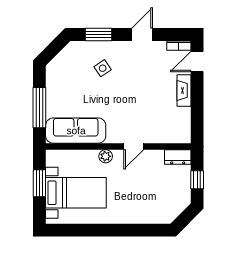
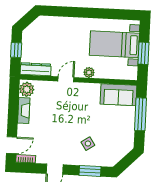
fireplace: (184, 90) -> (24, 110), moved
sofa: (76, 131) -> (119, 95), width x0.73
plant: (182, 132) -> (27, 89), added
dresser: (178, 157) -> (36, 69), width x1.44

